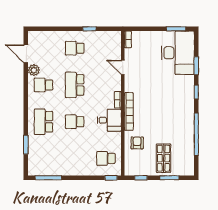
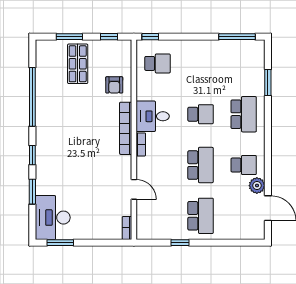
school desk: (75, 48) -> (201, 216), width x1.85
desk: (178, 53) -> (53, 218), width x0.73, depth x0.77

